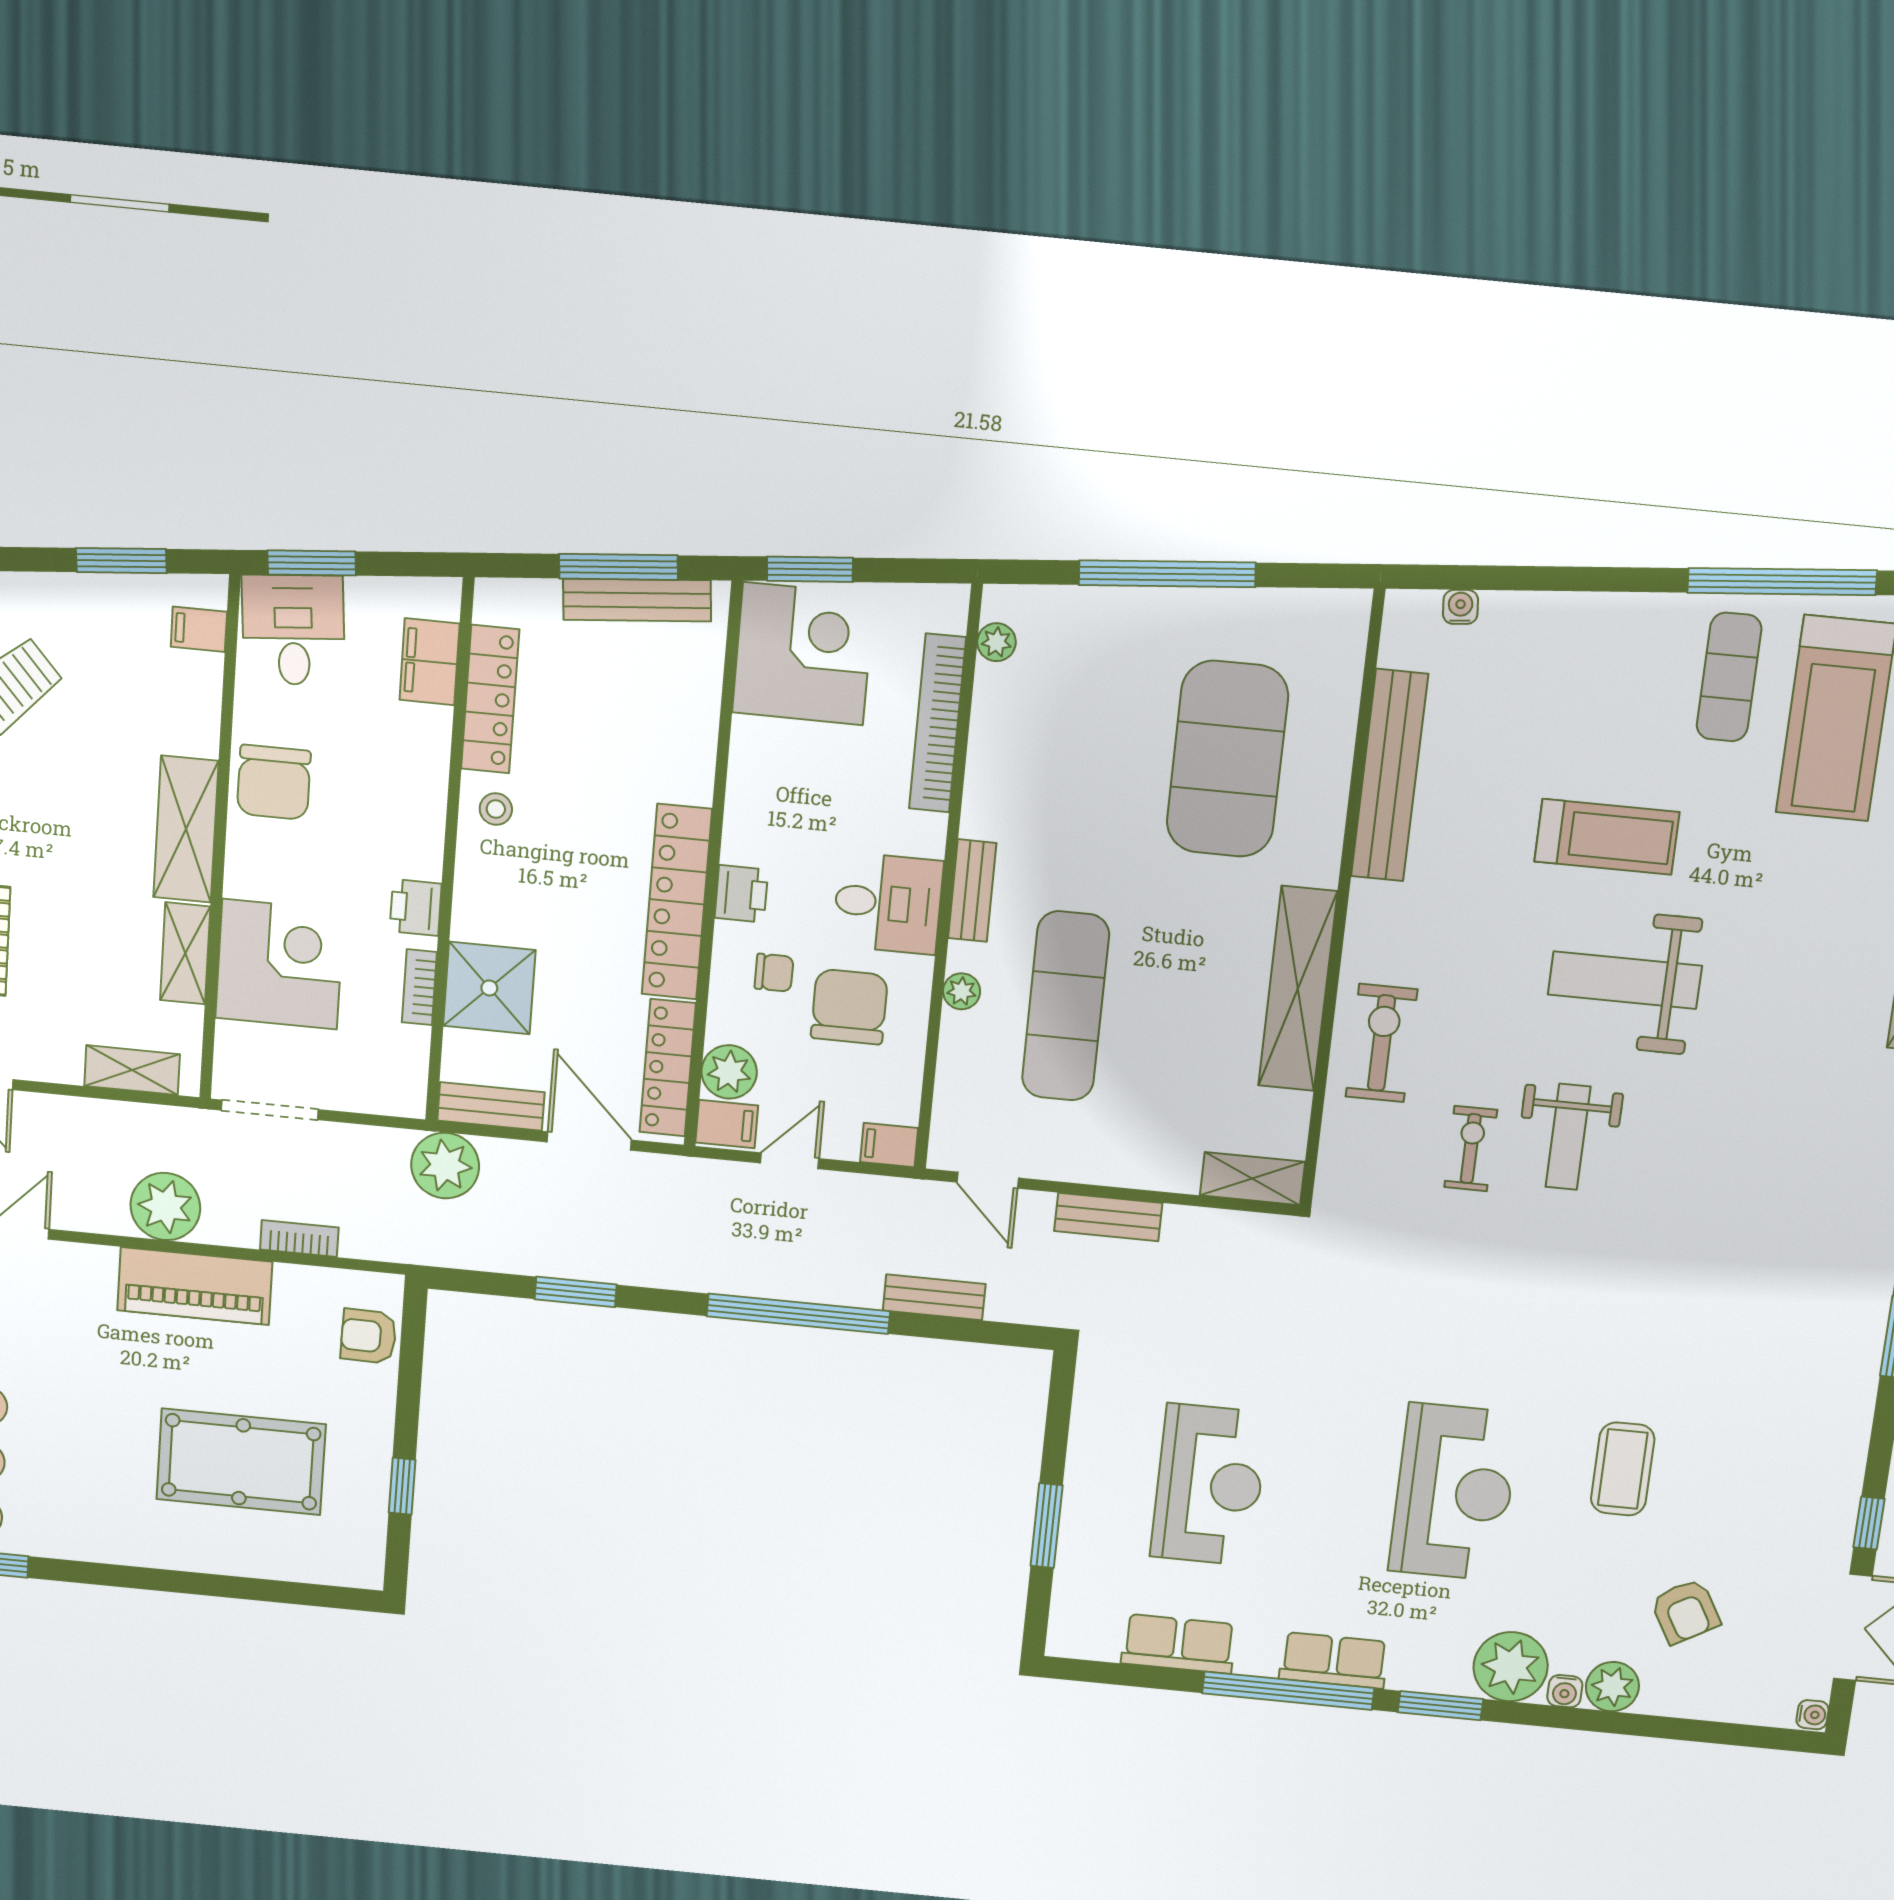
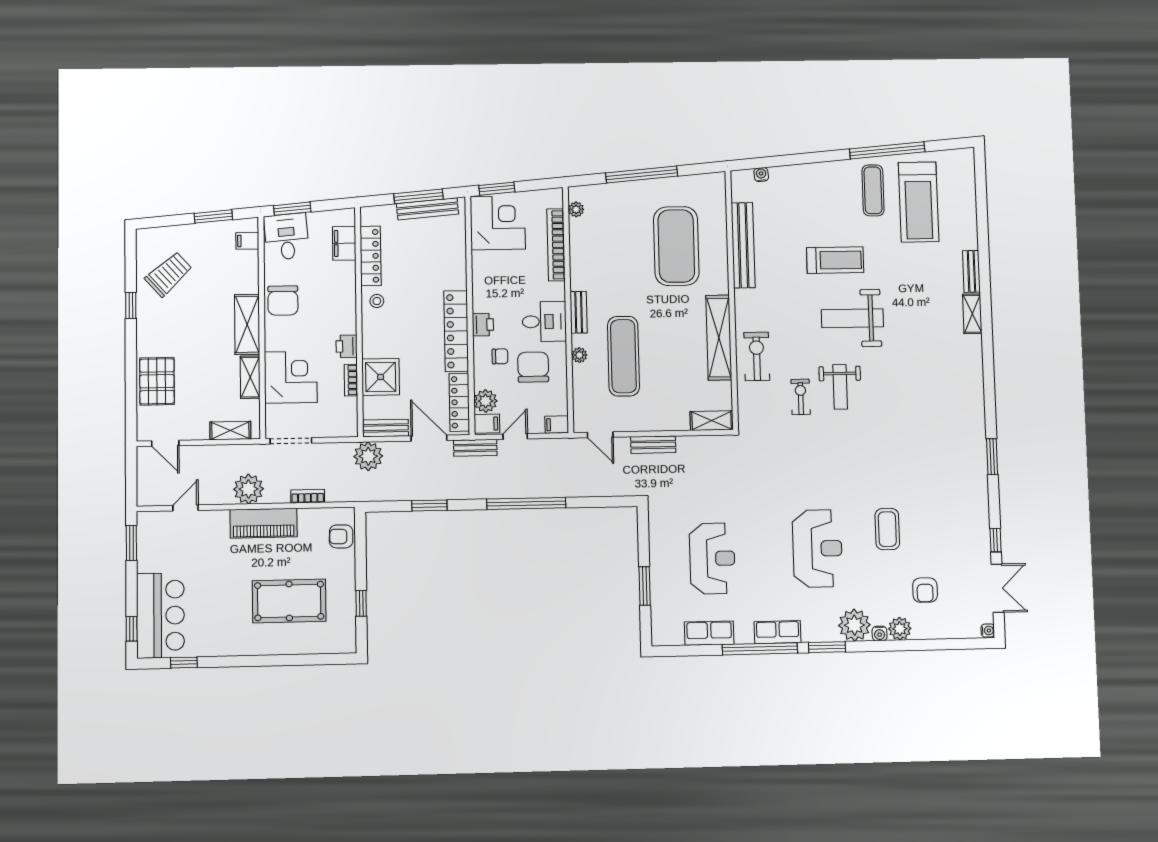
bench: (934, 1297) -> (475, 448), moved
armchair: (1685, 1611) -> (925, 590), turned 30

